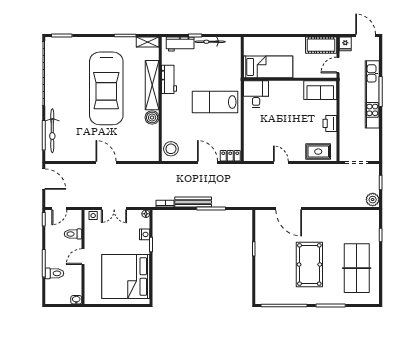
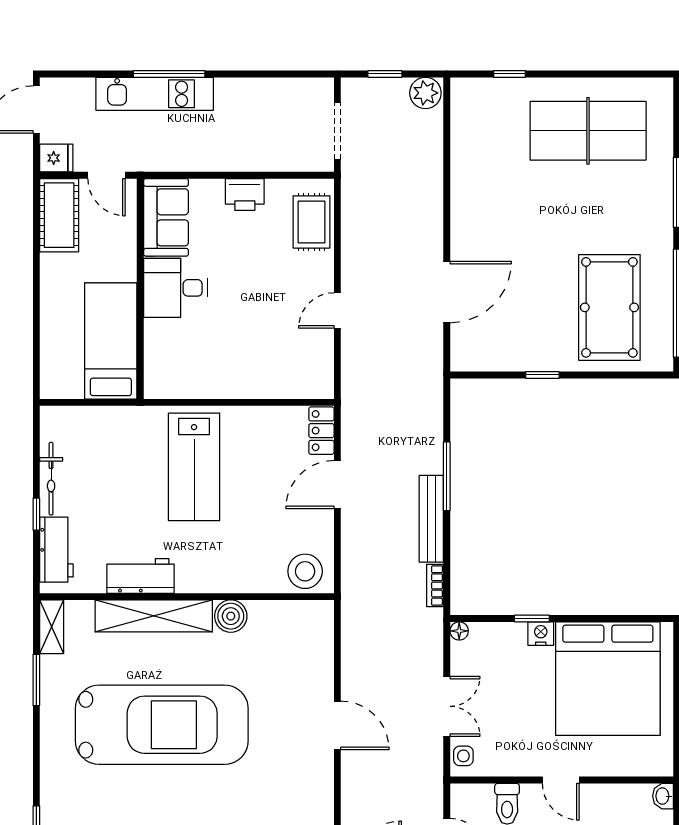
desk: (256, 94) -> (175, 288), moved
kitchen unit: (372, 94) -> (155, 94), width x0.73
door: (106, 162) -> (337, 725), swing flipped
nightstand: (145, 234) -> (541, 634), moved
pool table: (309, 264) -> (609, 307), moved, turned 90

